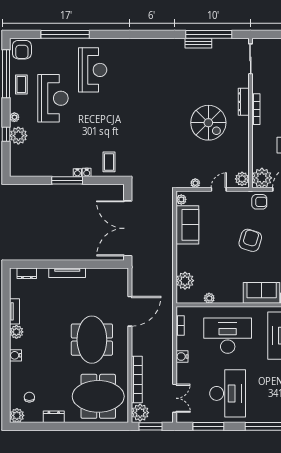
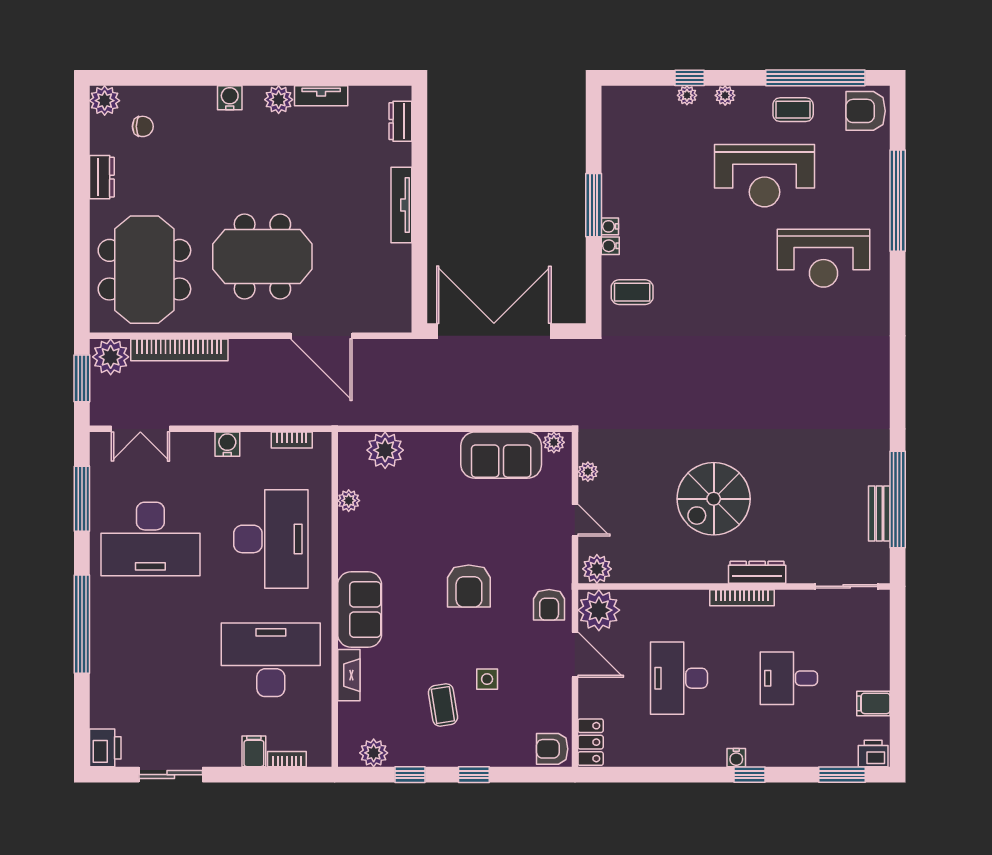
bench: (198, 43) -> (879, 514), moved
plant: (18, 136) -> (687, 95), width x0.53, depth x0.53
armchair: (250, 240) -> (469, 586), turned 73

